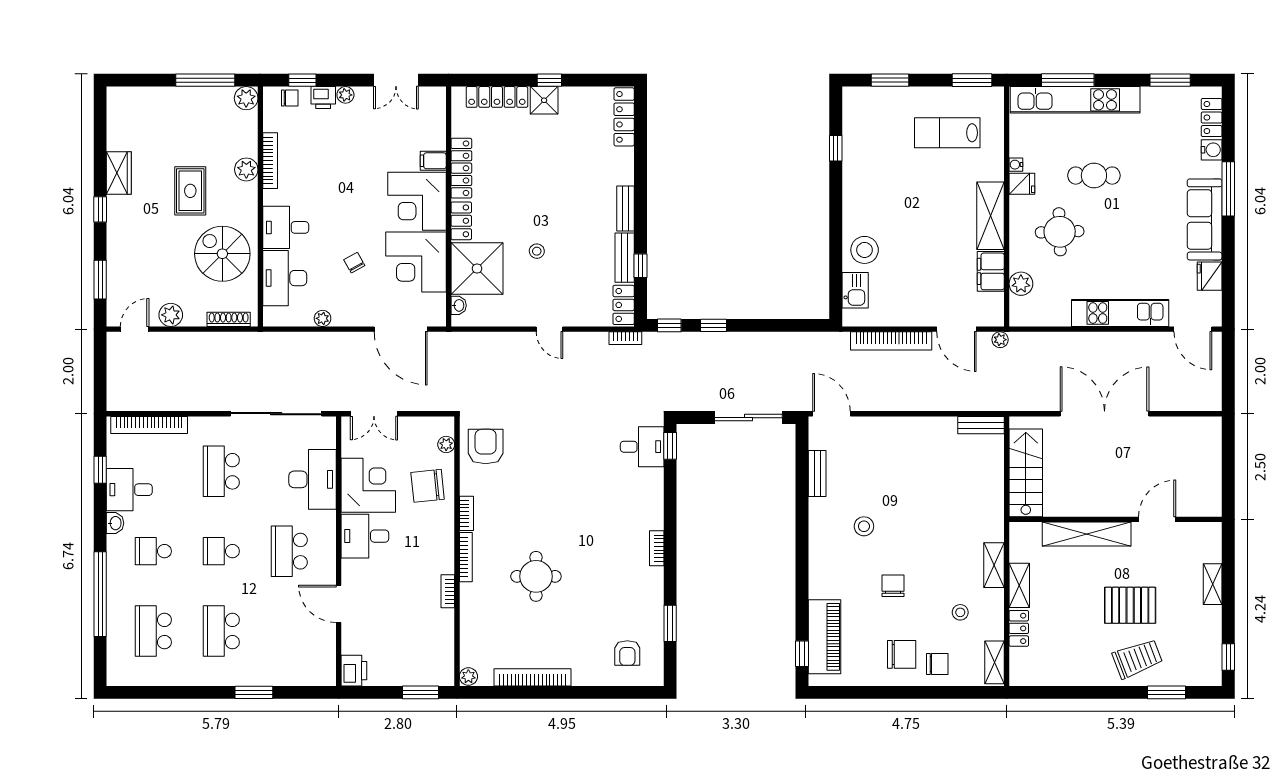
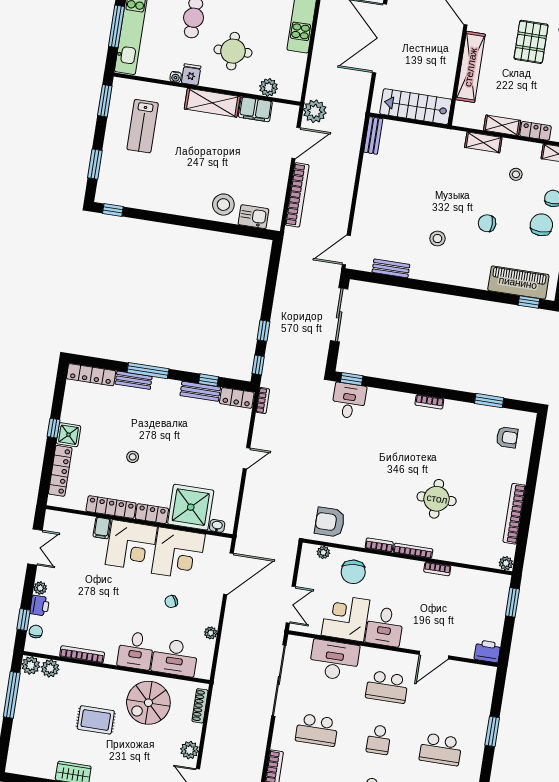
window: (836, 148) -> (113, 210), moved
plant: (246, 169) -> (50, 668), moved
window: (640, 188) -> (148, 371), added
bench: (626, 209) -> (134, 380), moved
stool: (537, 251) -> (133, 457), moved
plant: (1000, 340) -> (315, 111), width x1.88, depth x1.88

